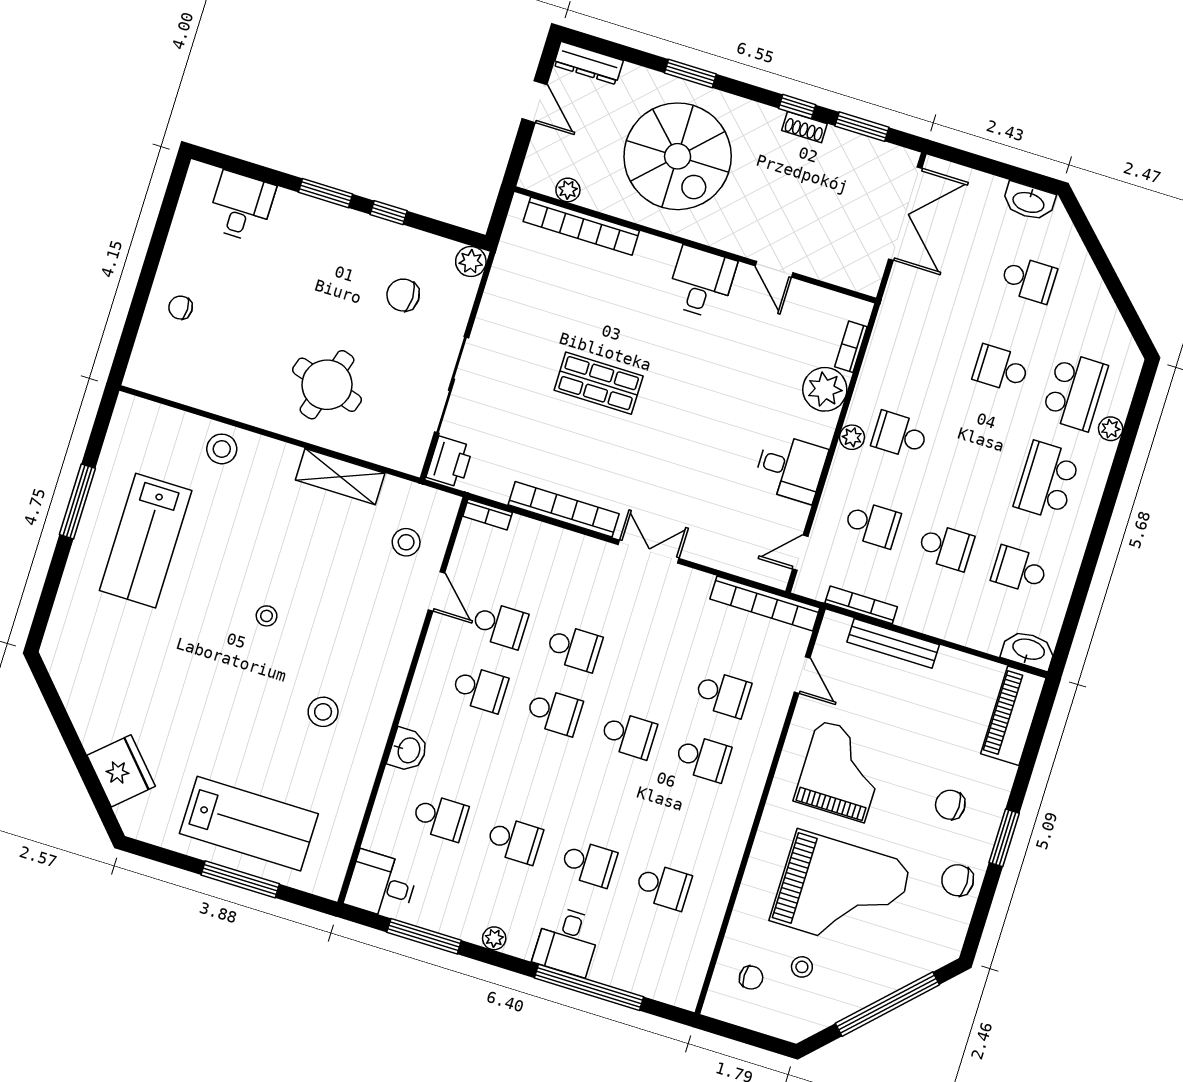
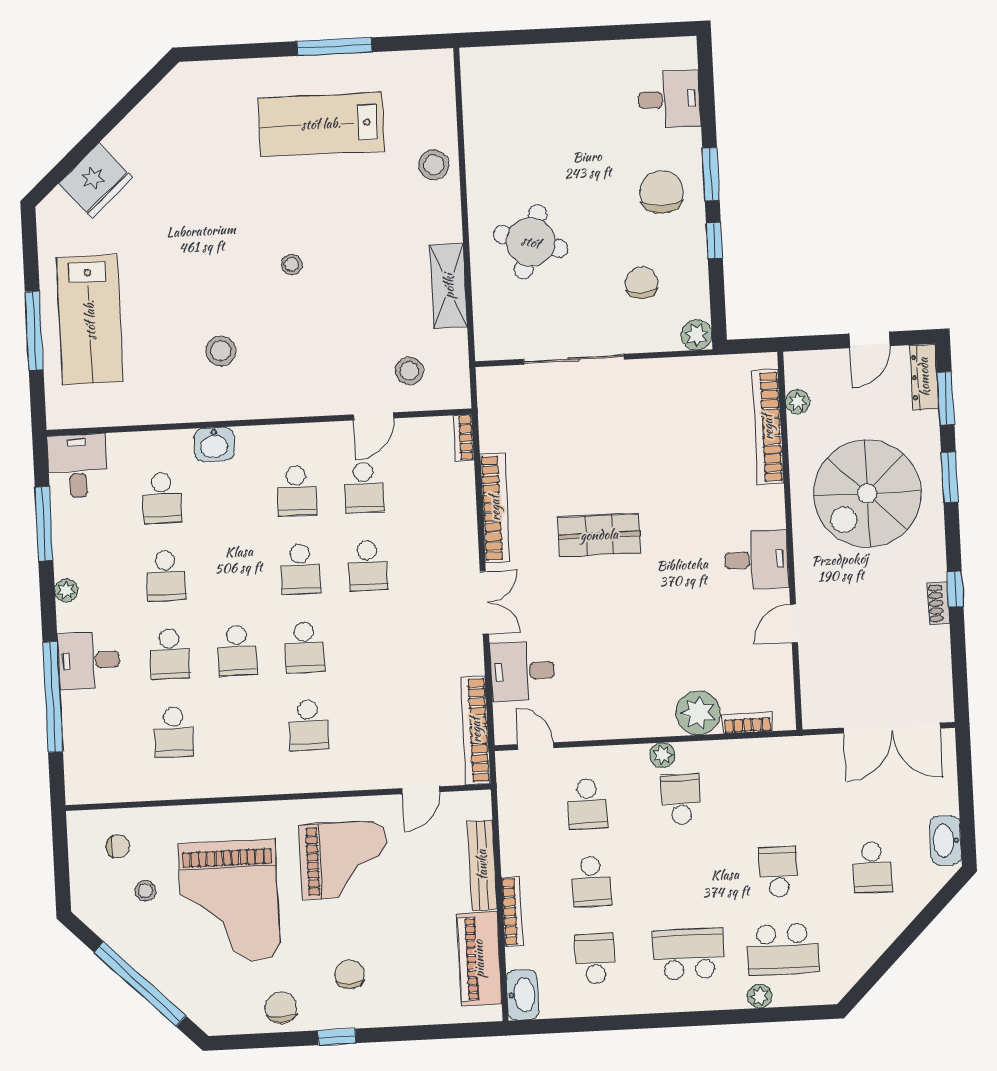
window: (862, 127) -> (946, 398), moved
chair: (181, 308) -> (661, 192), moved, width x1.87, depth x1.87
shop shelf: (599, 383) -> (599, 535), moved, turned 90
printer: (450, 462) -> (500, 384), removed
desk: (790, 468) -> (522, 671), moved, turned 90
bookcase: (861, 605) -> (512, 912), moved
school desk: (723, 694) -> (237, 651), moved
piano: (1013, 716) -> (479, 959), moved, turned -90
window: (1004, 838) -> (337, 1037), width x0.67
chair: (751, 978) -> (118, 846), turned -90

